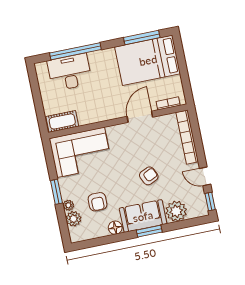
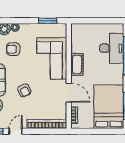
cot: (62, 121) -> (77, 64), moved
corner sofa: (81, 152) -> (52, 58), moved
window: (56, 192) -> (48, 21), moved

